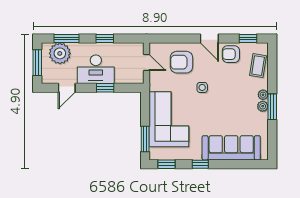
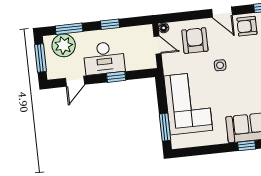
floor lamp: (154, 47) -> (164, 28), added
armchair: (181, 62) -> (195, 41), turned 90
window: (167, 164) -> (191, 152), removed
window: (200, 164) -> (247, 146), moved

